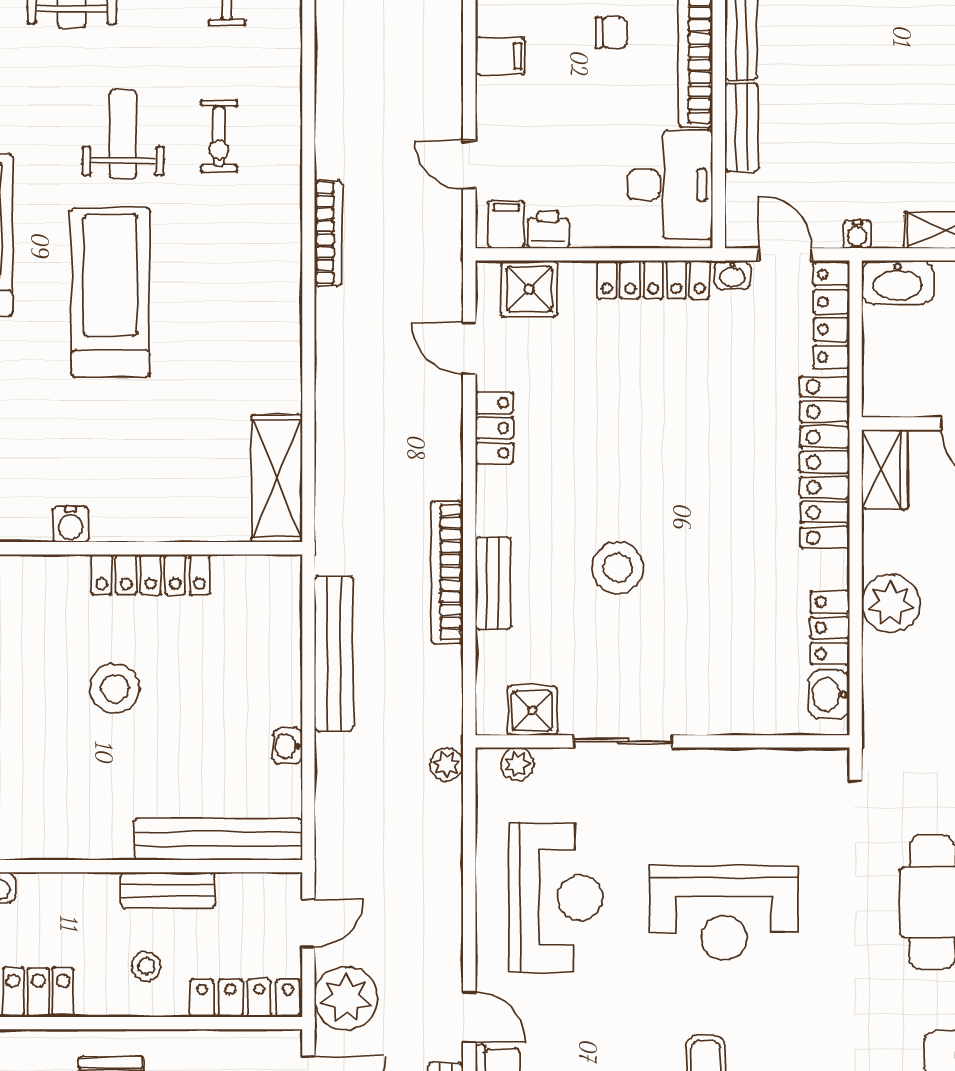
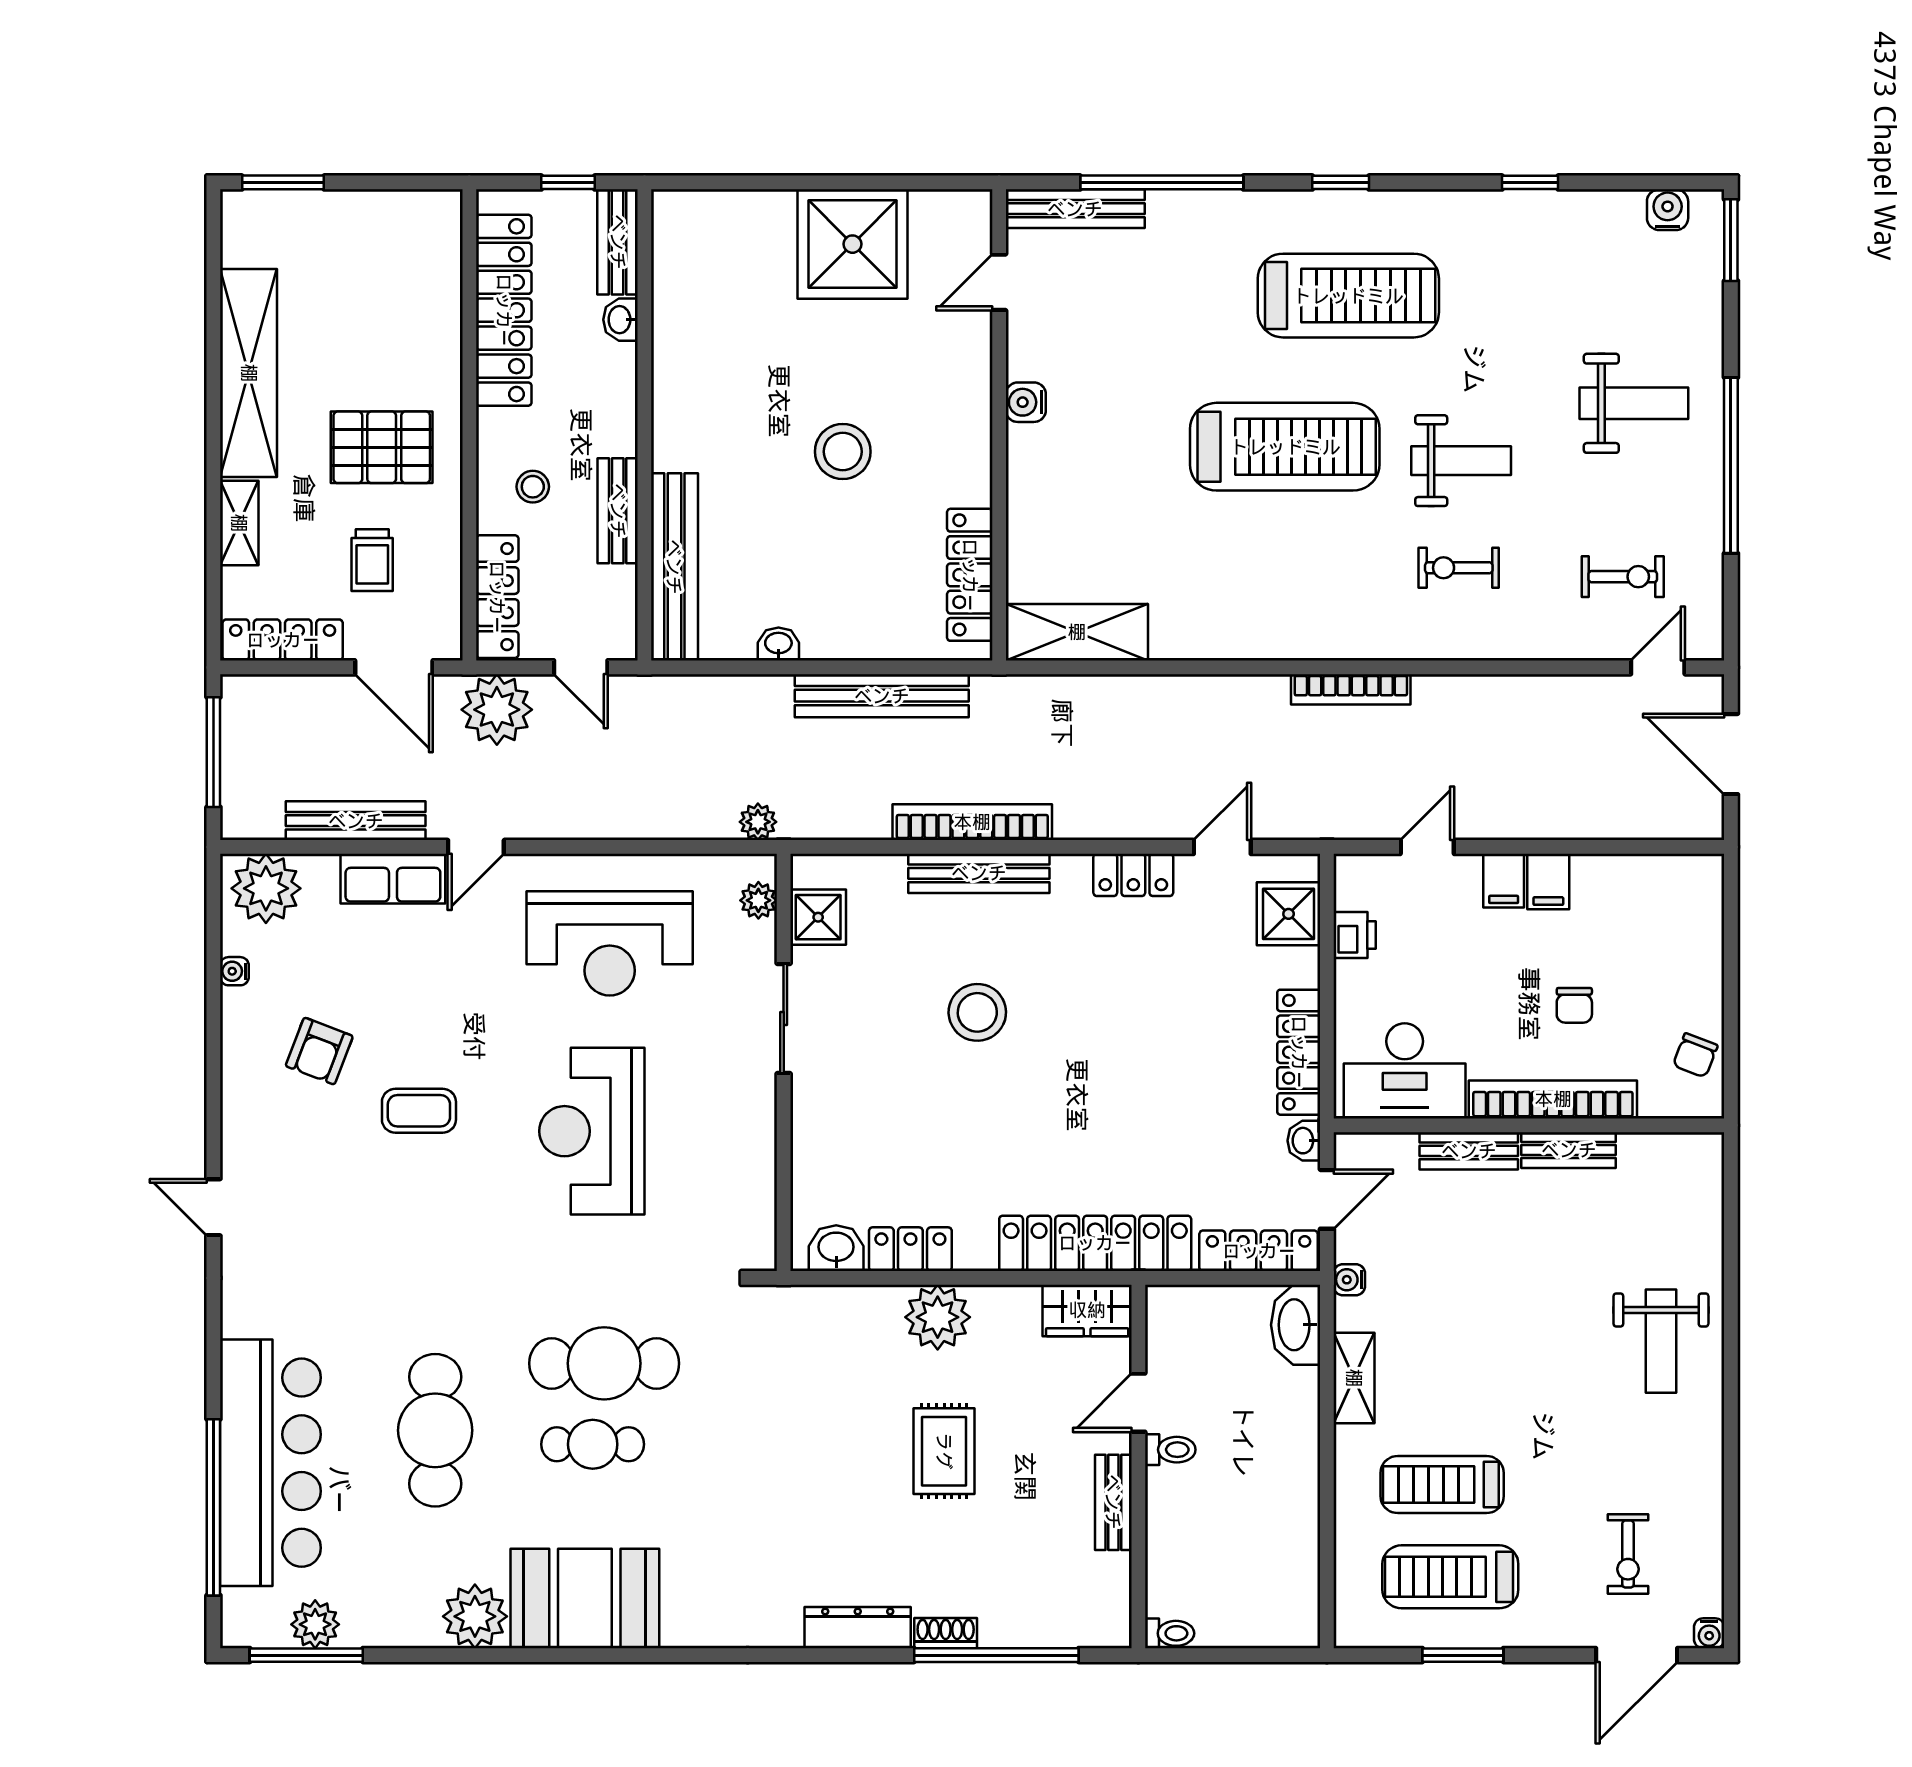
filing cabinet: (506, 224) -> (1504, 881), moved, turned 90
locker: (151, 575) -> (970, 575), moved
bench: (493, 583) -> (979, 873), width x1.36

